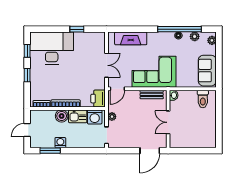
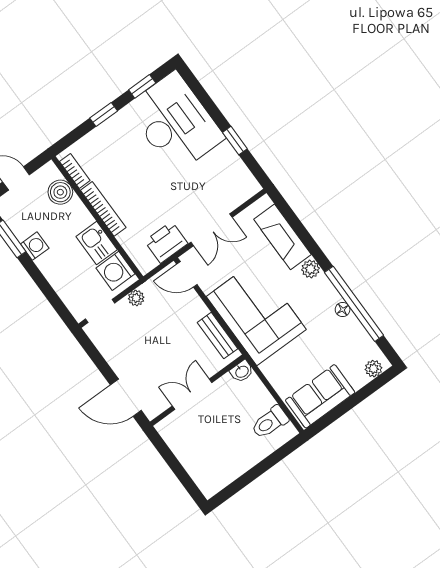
plant: (195, 36) -> (310, 269), moved
printer: (98, 99) -> (166, 242), moved
boiler: (62, 116) -> (60, 192), moved

